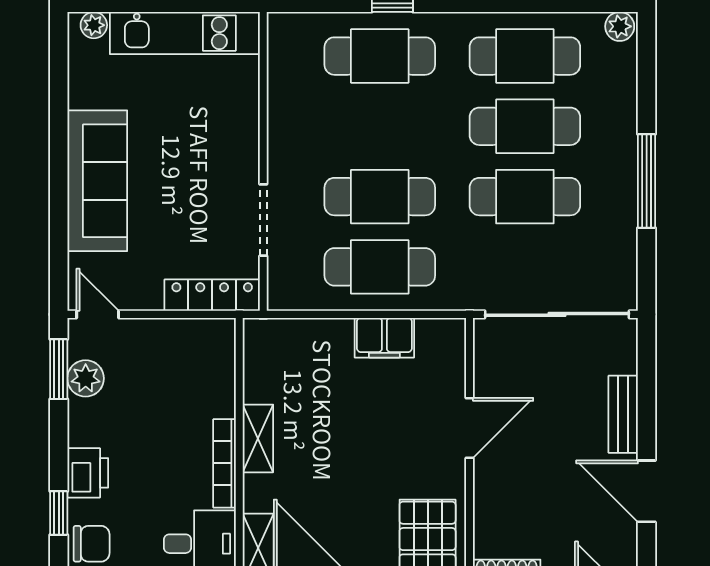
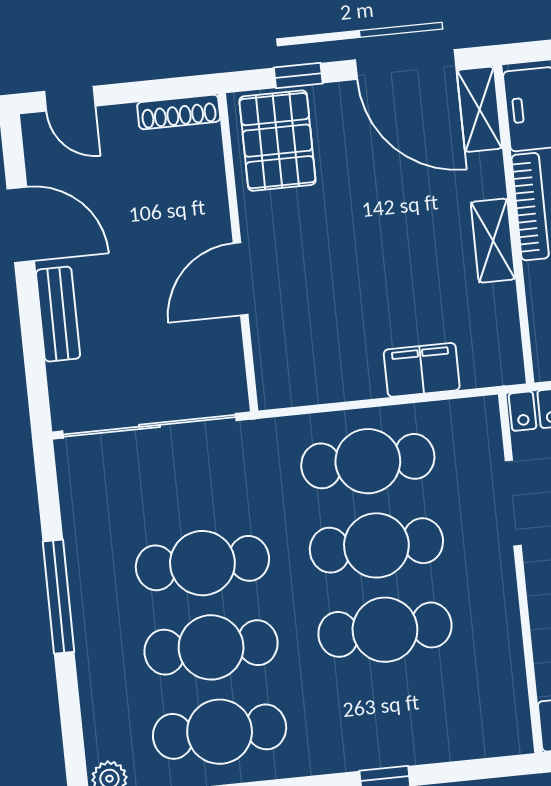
cafe table: (380, 56) -> (385, 630), moved
filing cabinet: (384, 338) -> (422, 370), moved

